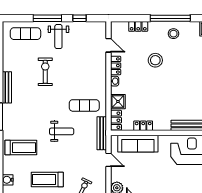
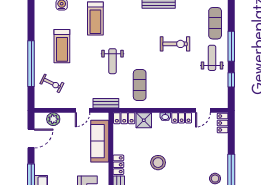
locker: (138, 26) -> (223, 123), moved
weight bench: (58, 37) -> (212, 58), turned 90
stool: (155, 60) -> (158, 163), moved
locker: (143, 126) -> (118, 165), moved
bench: (102, 133) -> (106, 103), width x0.73
treadmill: (47, 180) -> (62, 46), turned 180

